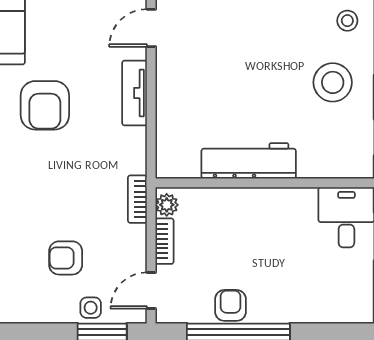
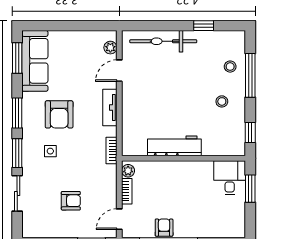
stool: (333, 82) -> (222, 101), width x0.53, depth x0.53
bookcase: (137, 199) -> (111, 151), moved
armchair: (66, 258) -> (71, 201), turned 180
side table: (91, 308) -> (50, 151), moved

